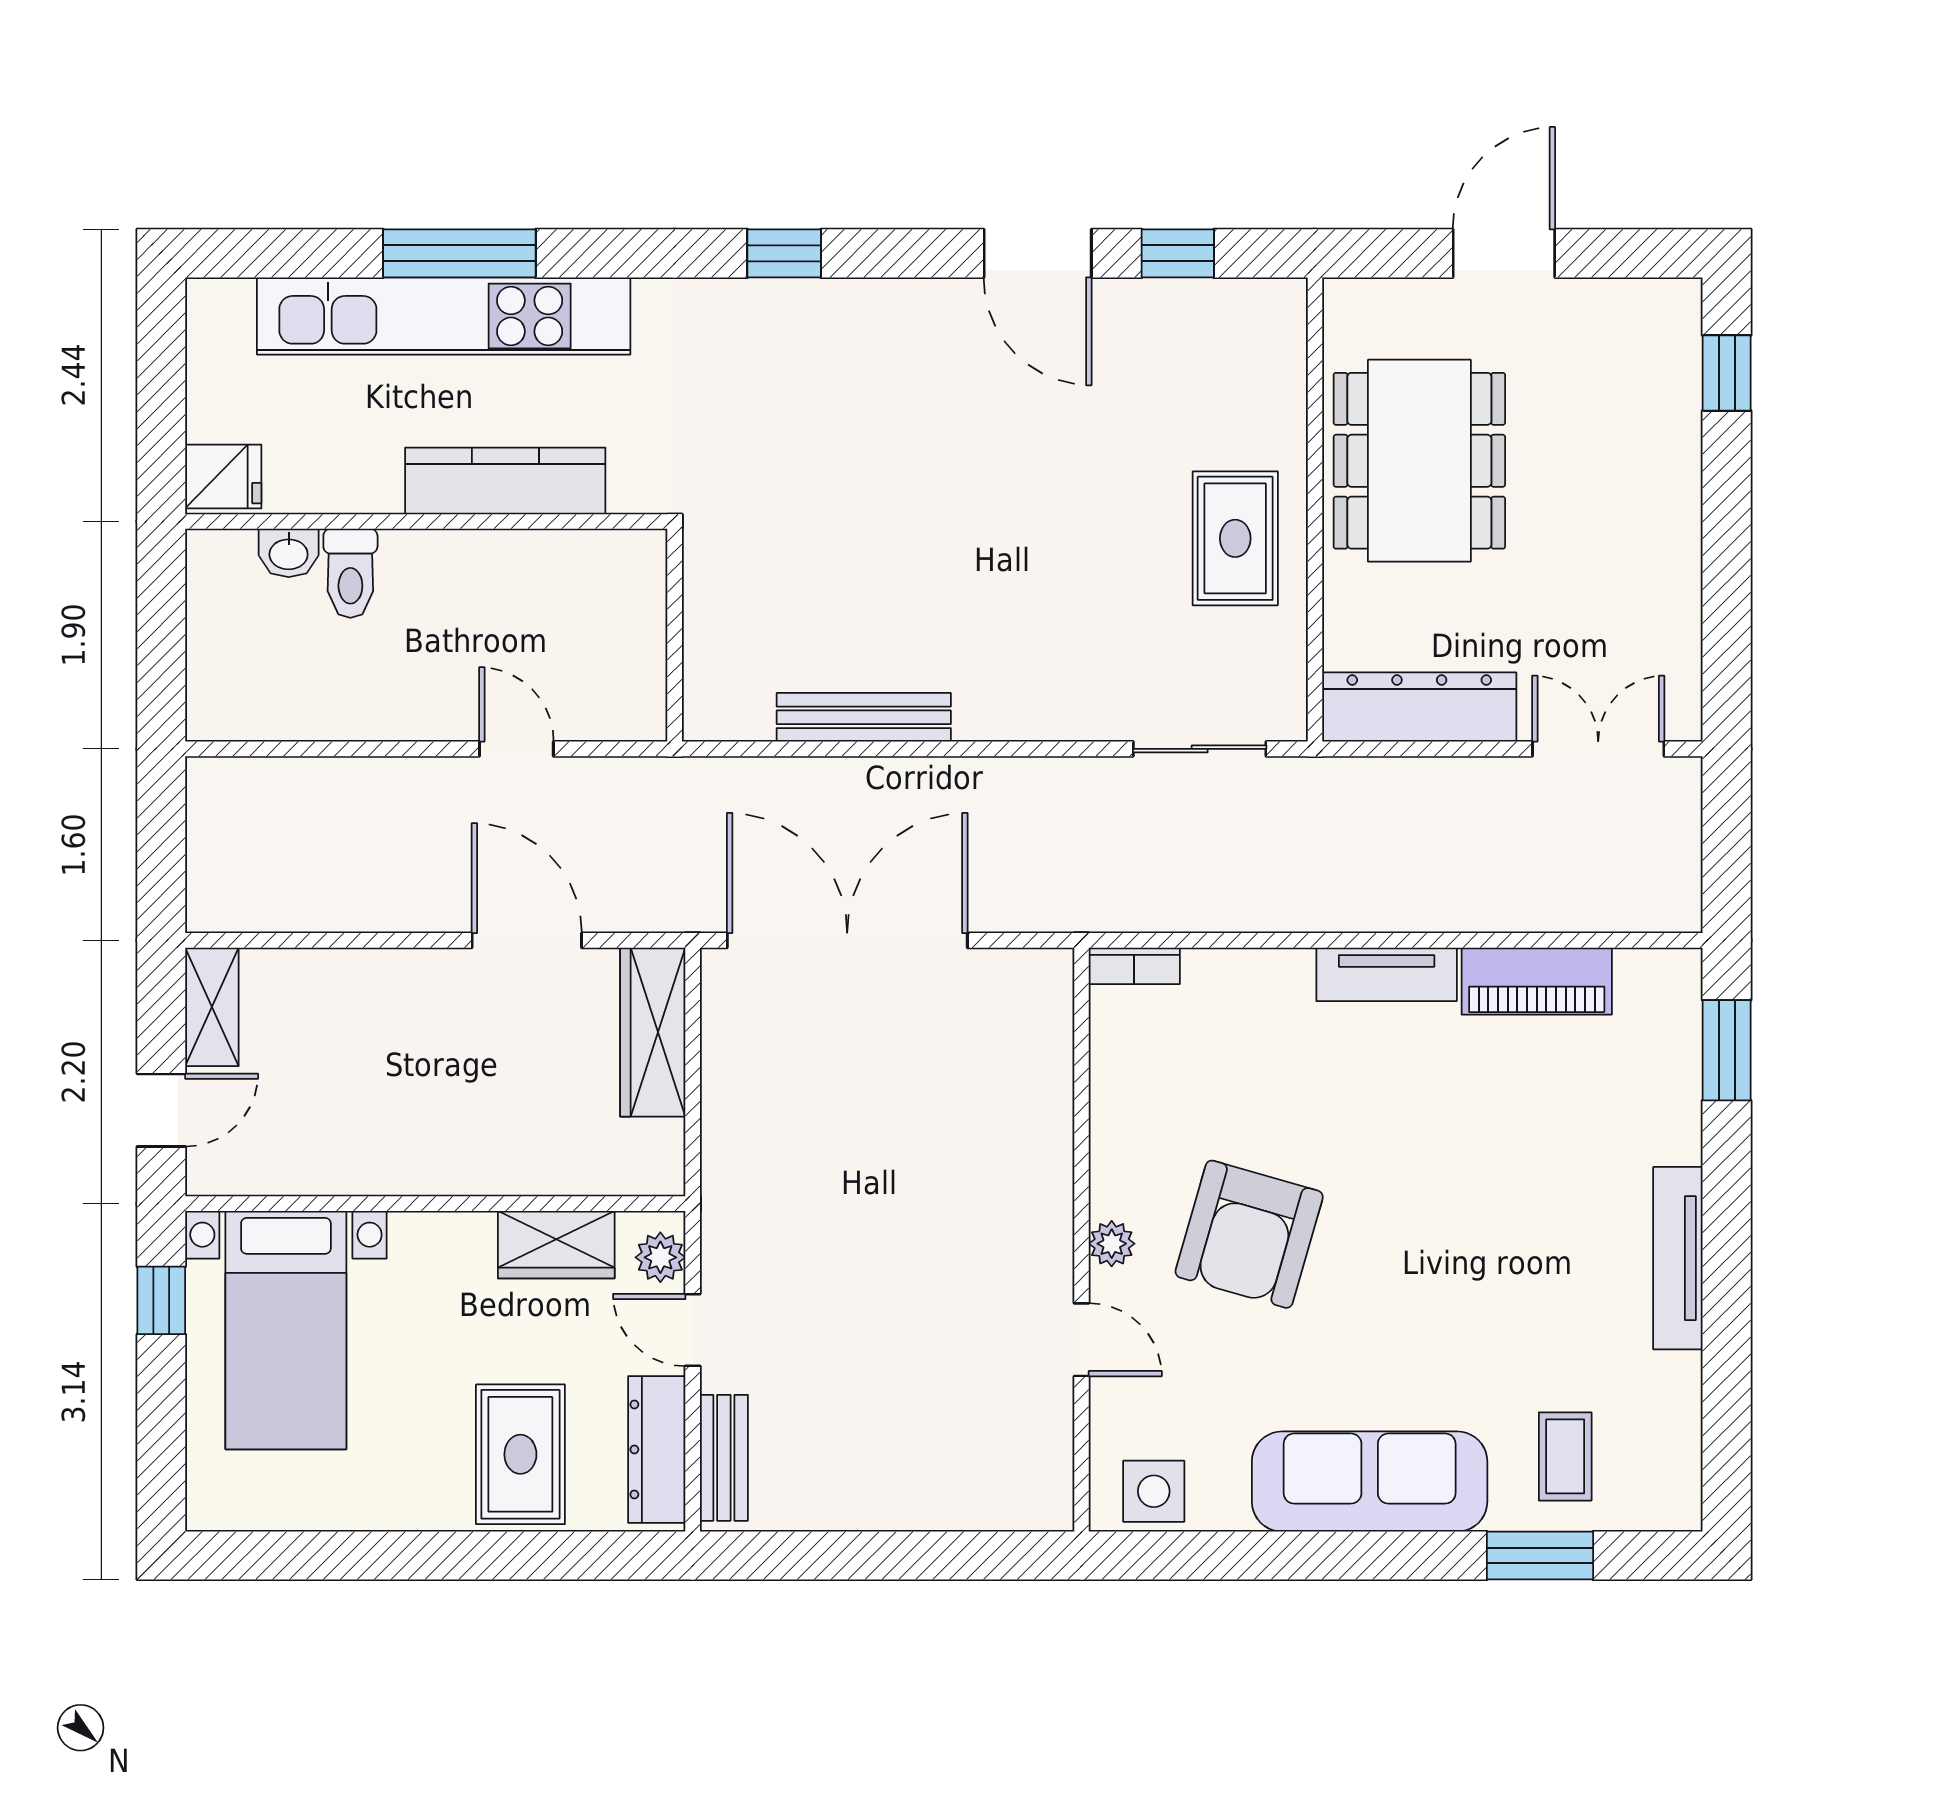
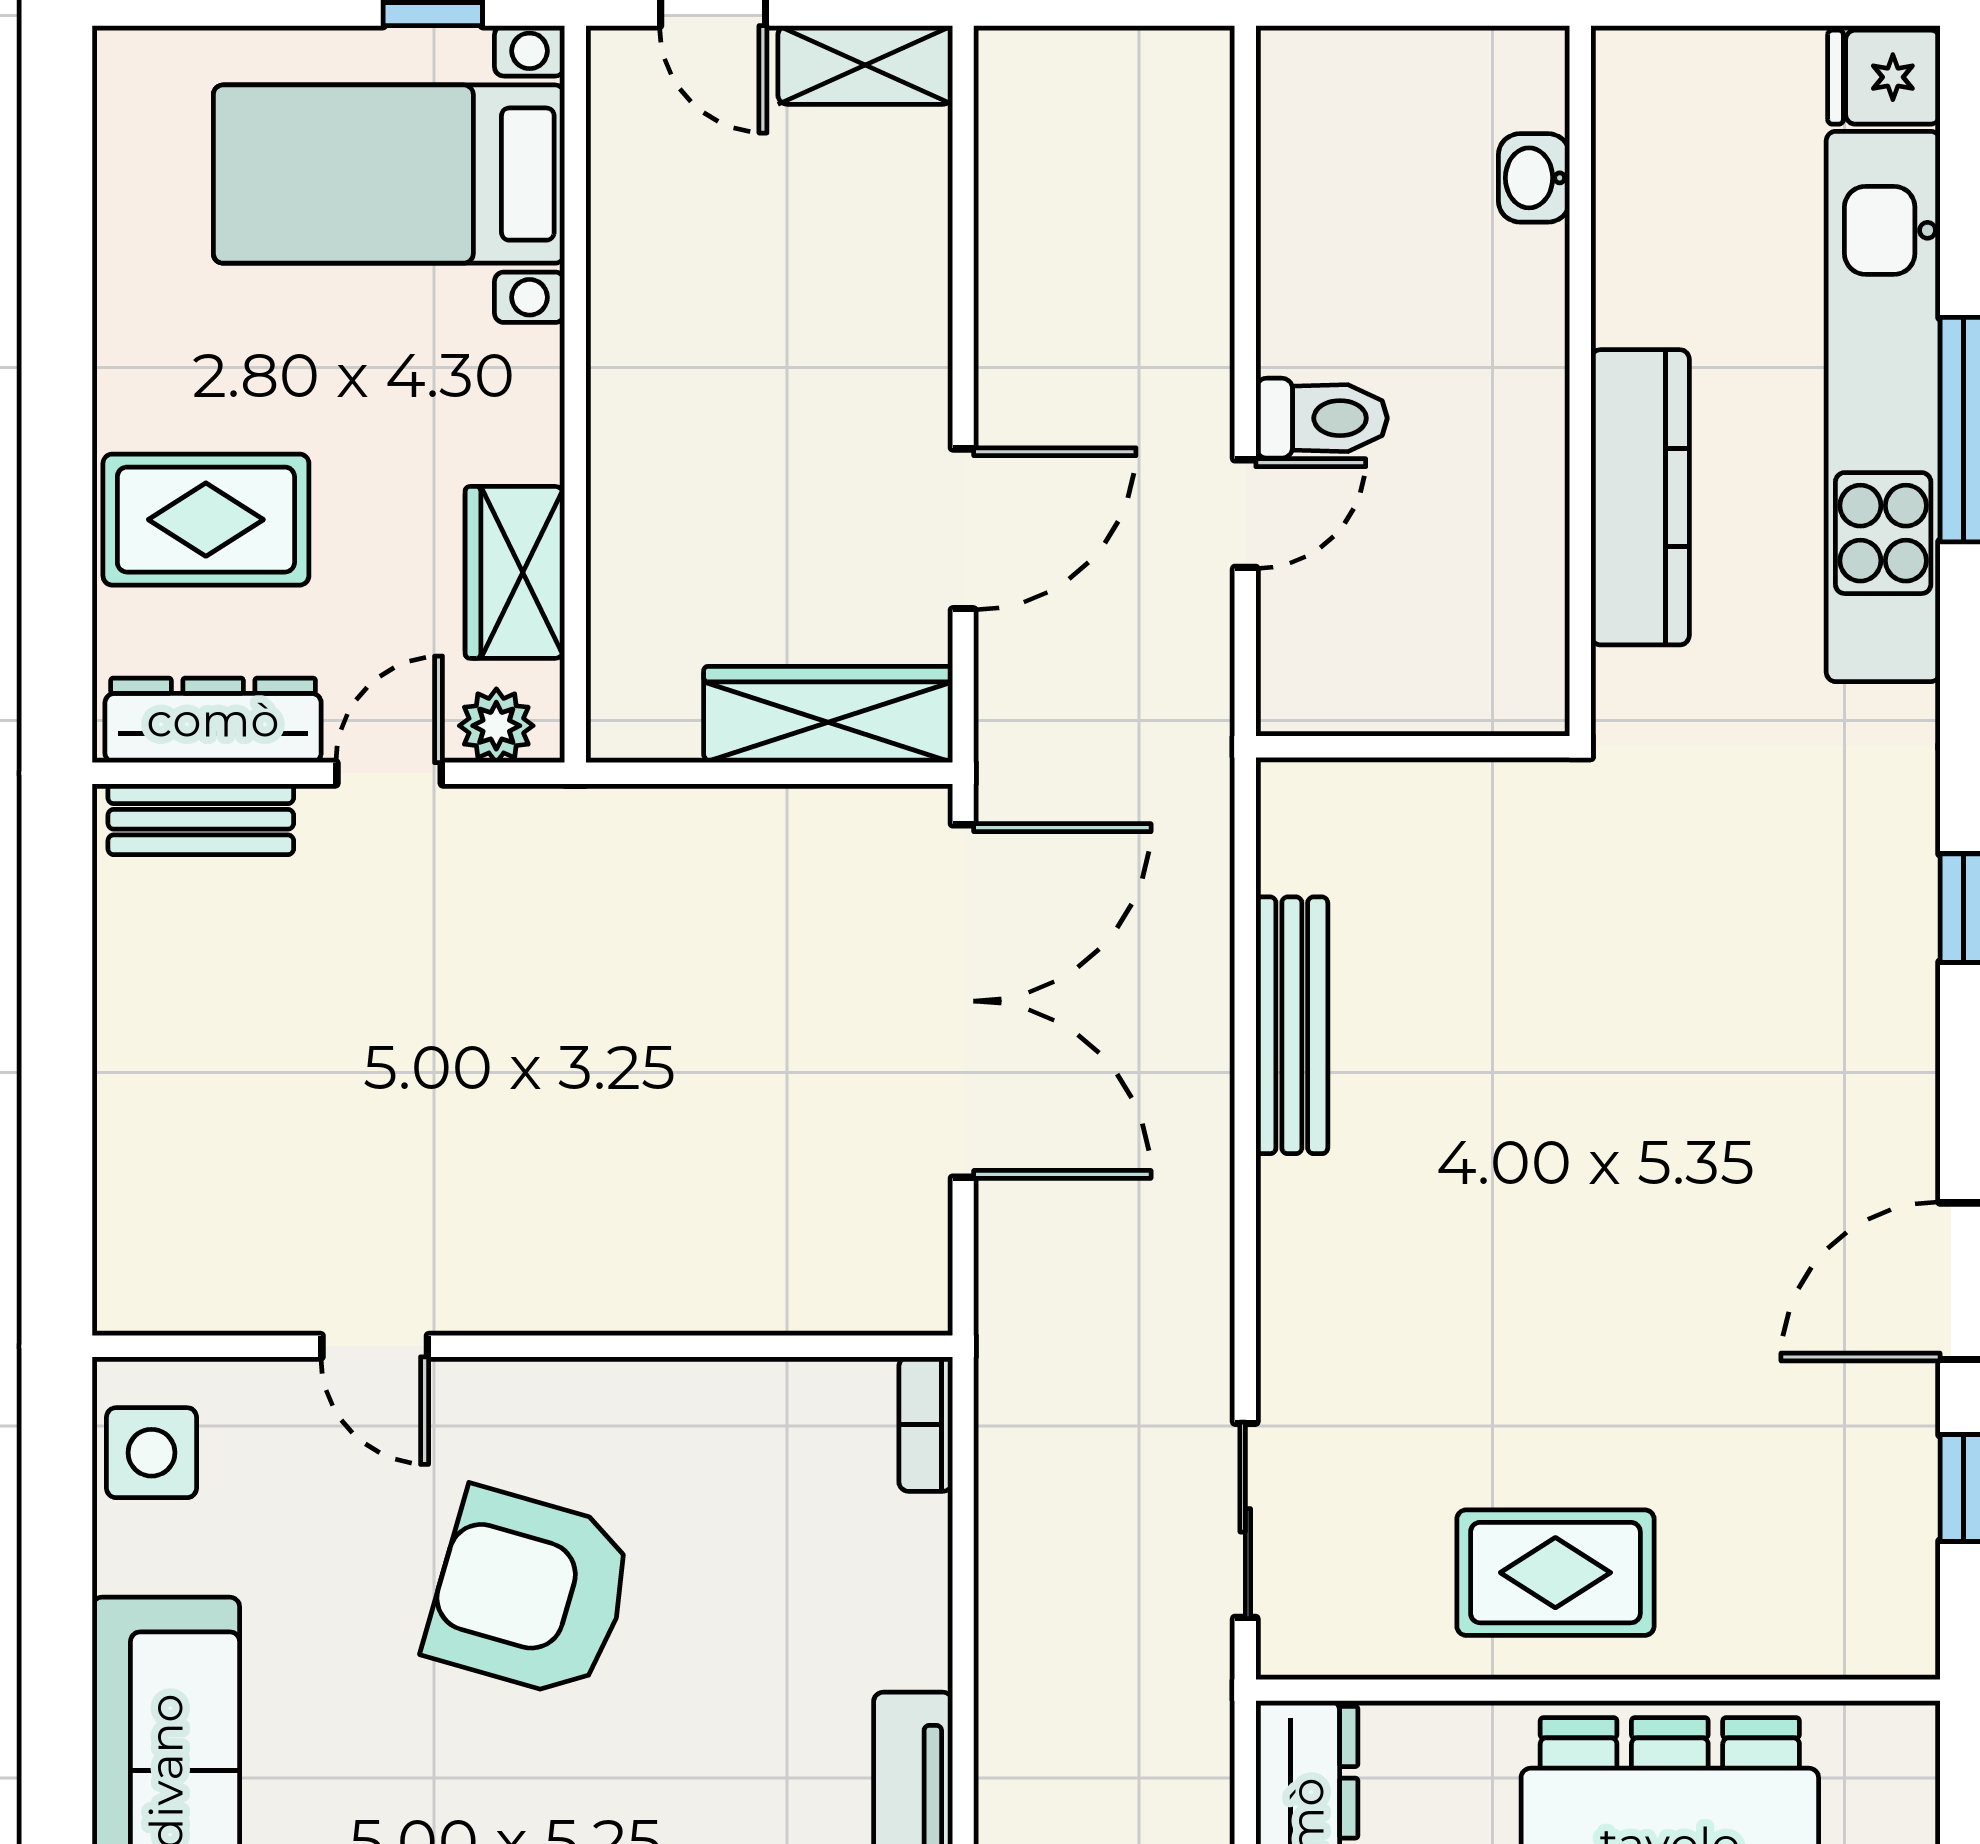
fridge: (223, 476) -> (1884, 77), moved, turned 90
toilet: (350, 573) -> (1322, 418), moved, turned 180
plant: (1112, 1244) -> (516, 1391), removed
door: (1082, 1340) -> (375, 1346), hinge flipped

